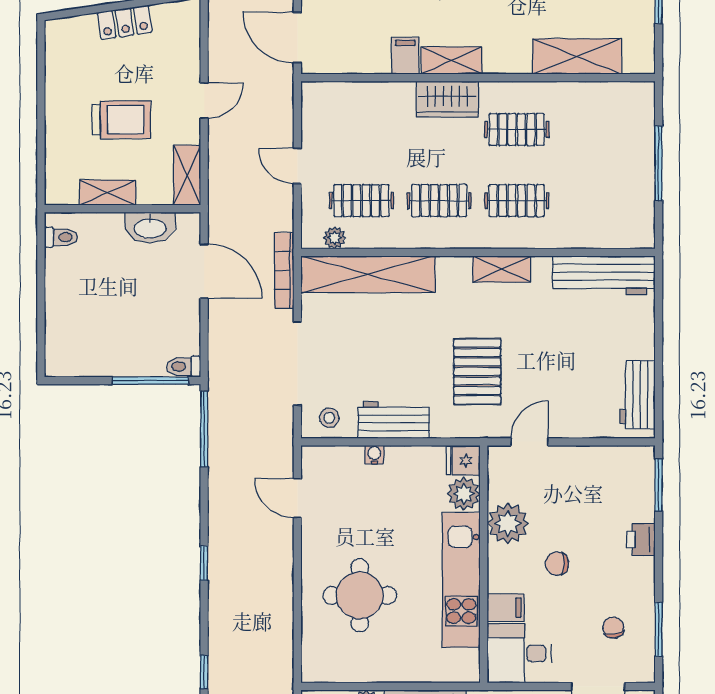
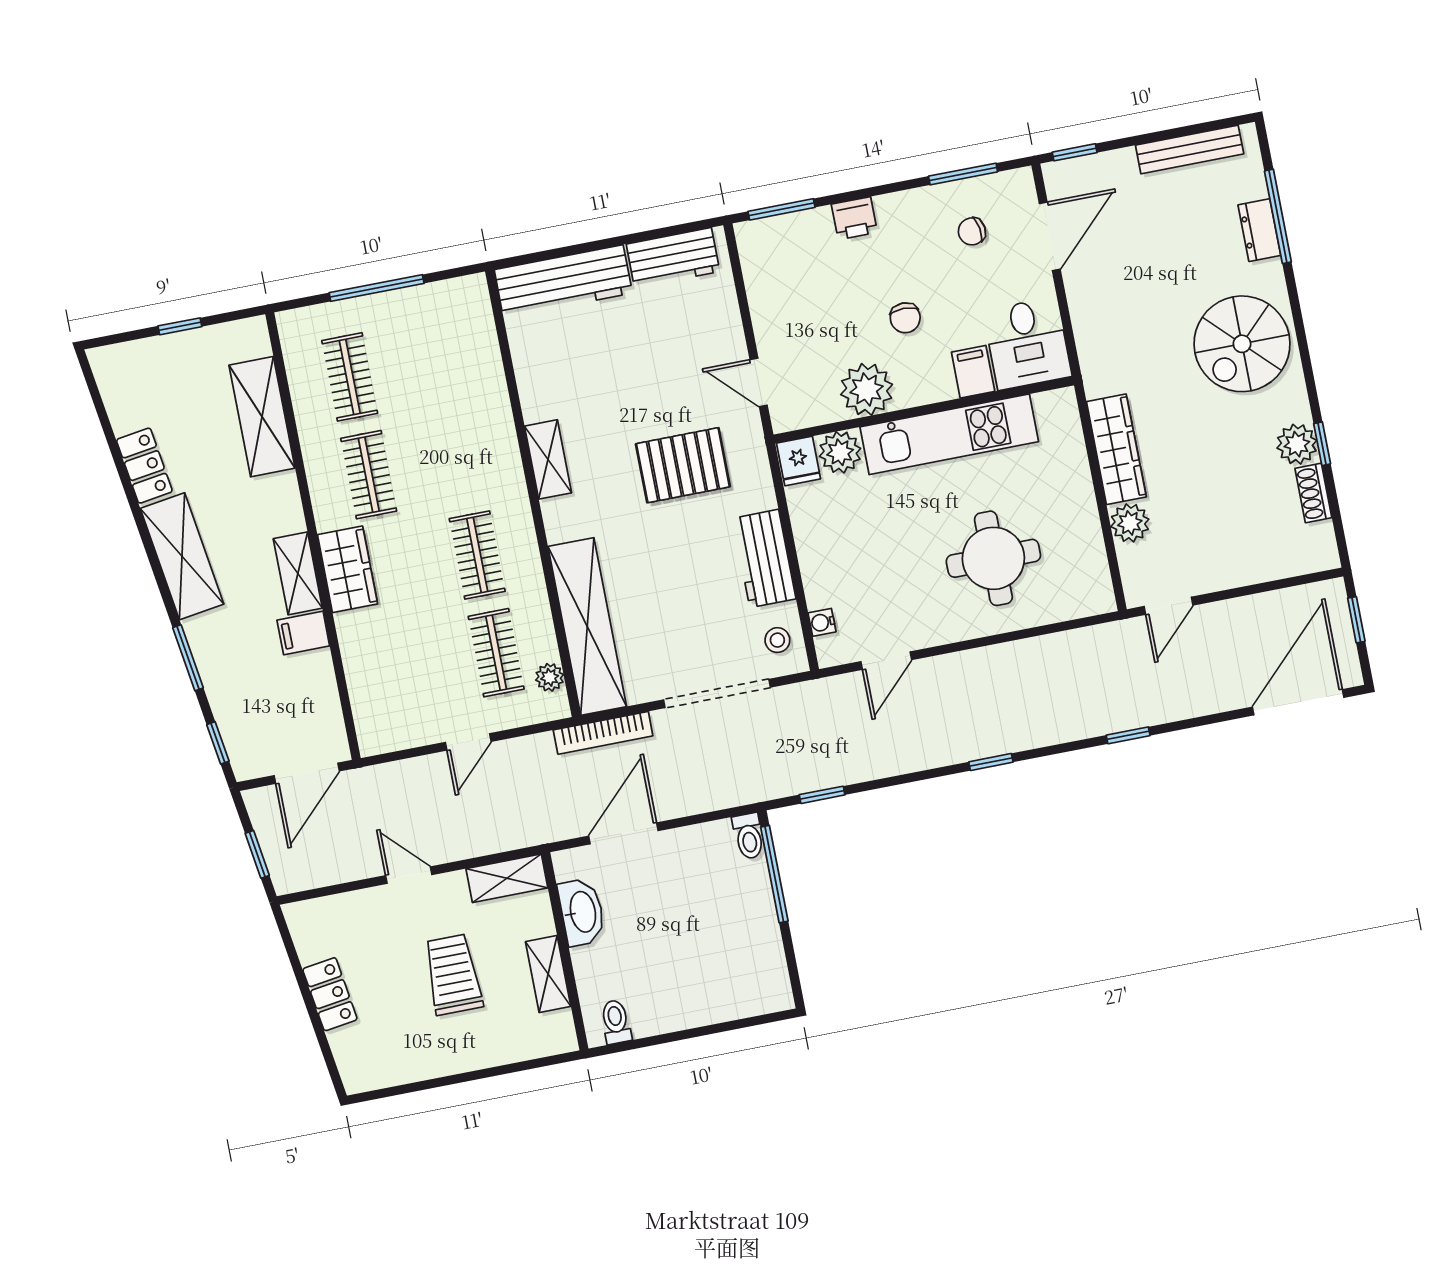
clothes rail: (517, 201) -> (350, 377), moved
workbench: (604, 275) -> (563, 281), moved, turned 90
window: (204, 429) -> (822, 795), width x0.46
water cooler: (374, 455) -> (822, 622), moved

